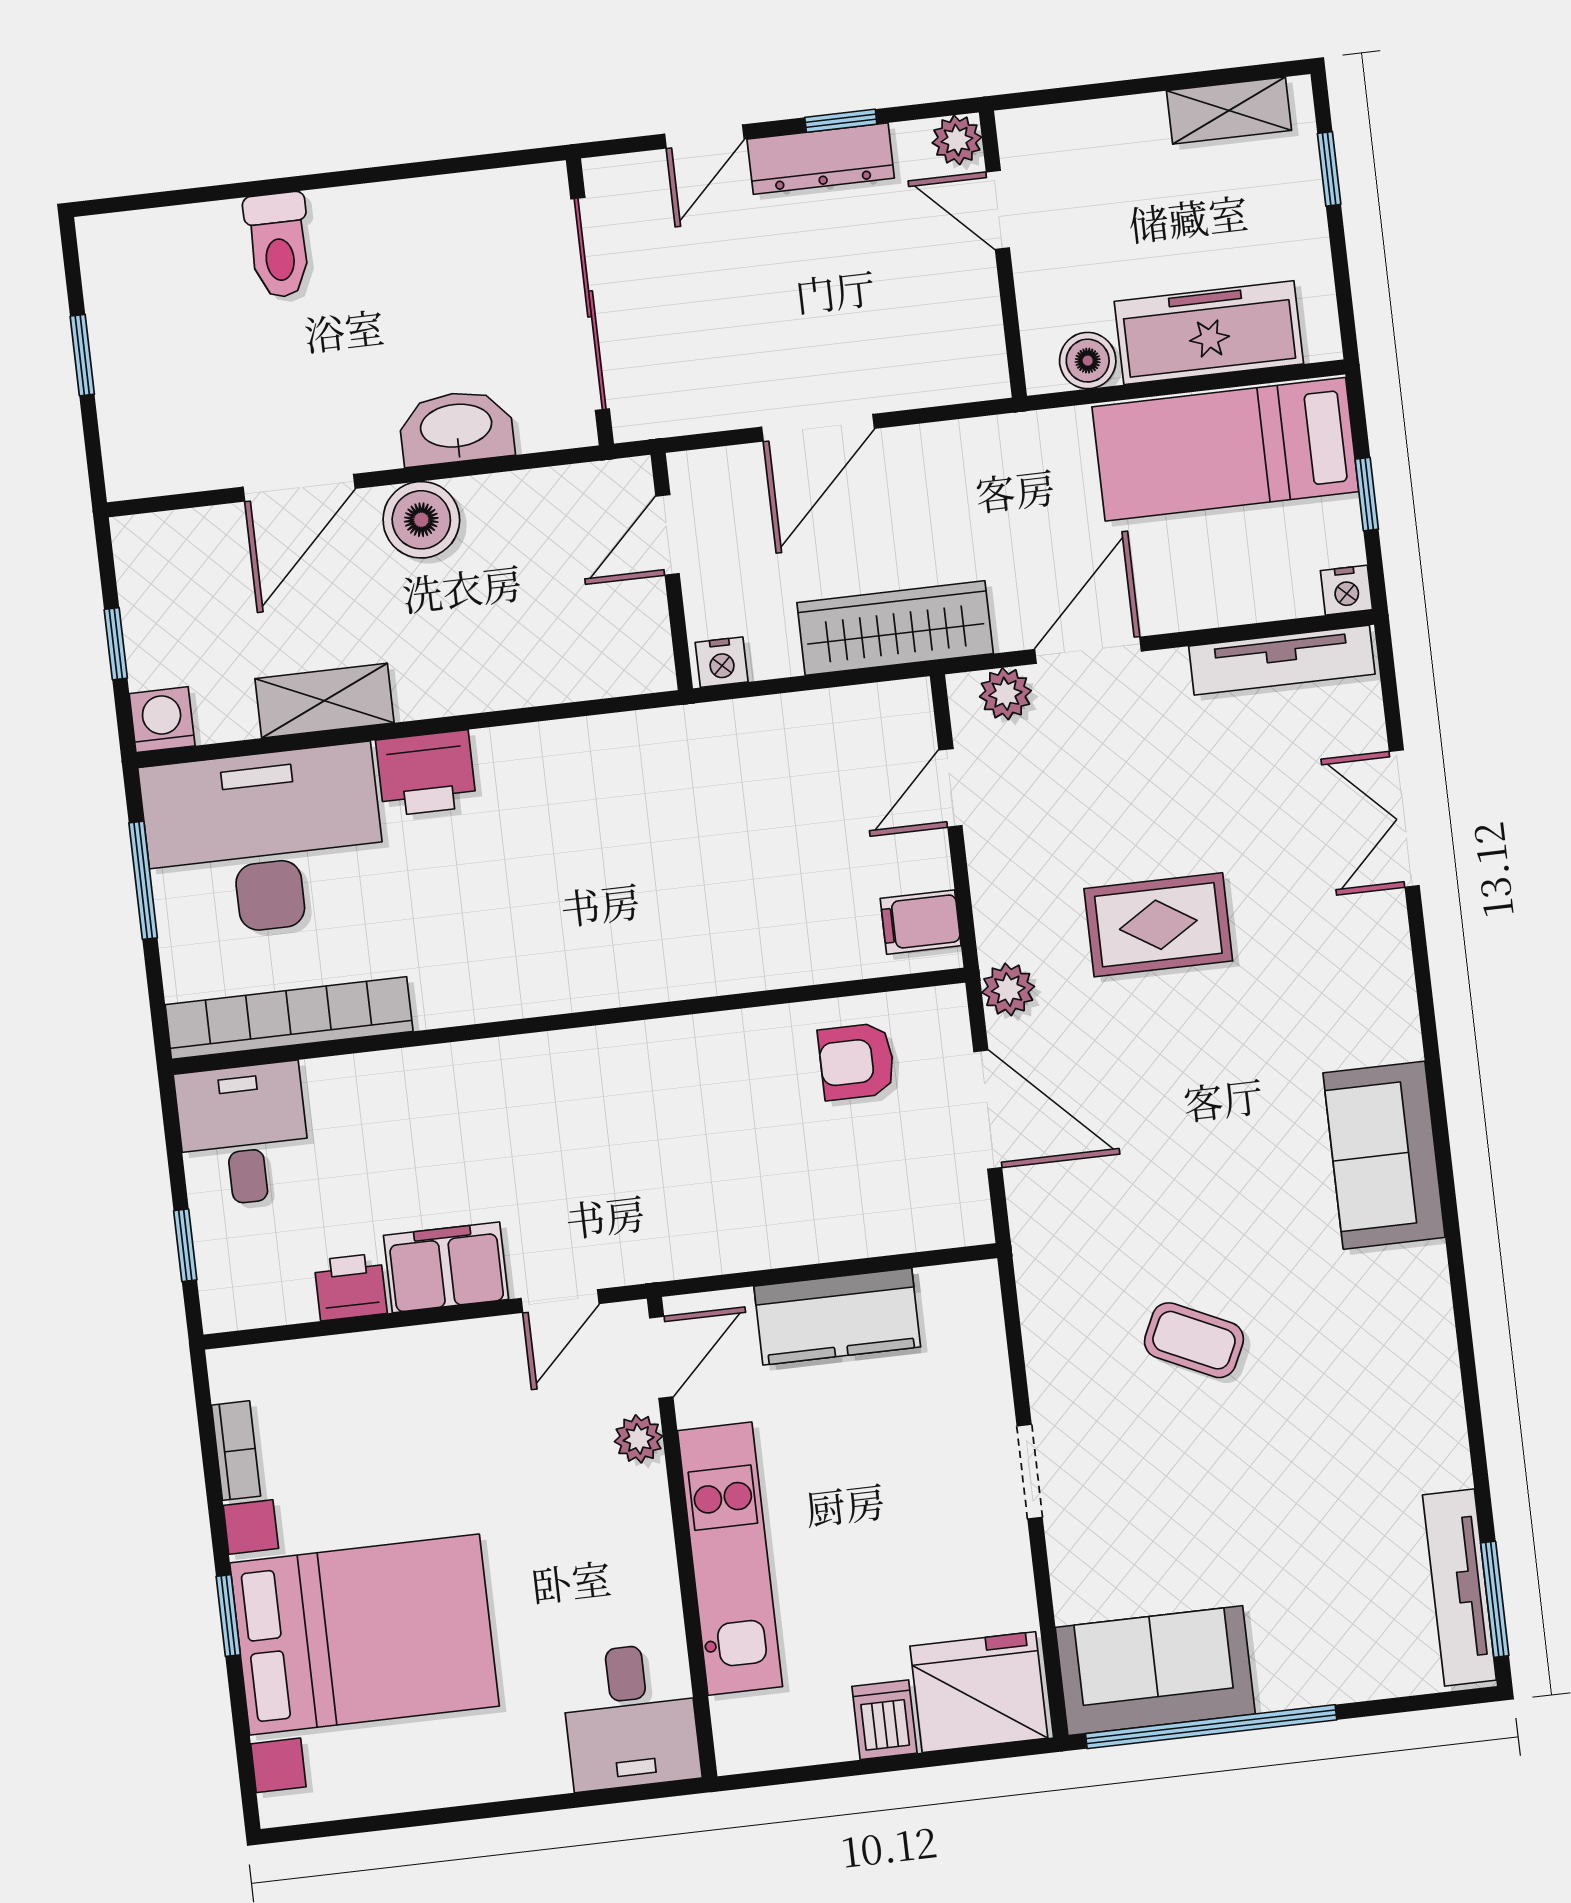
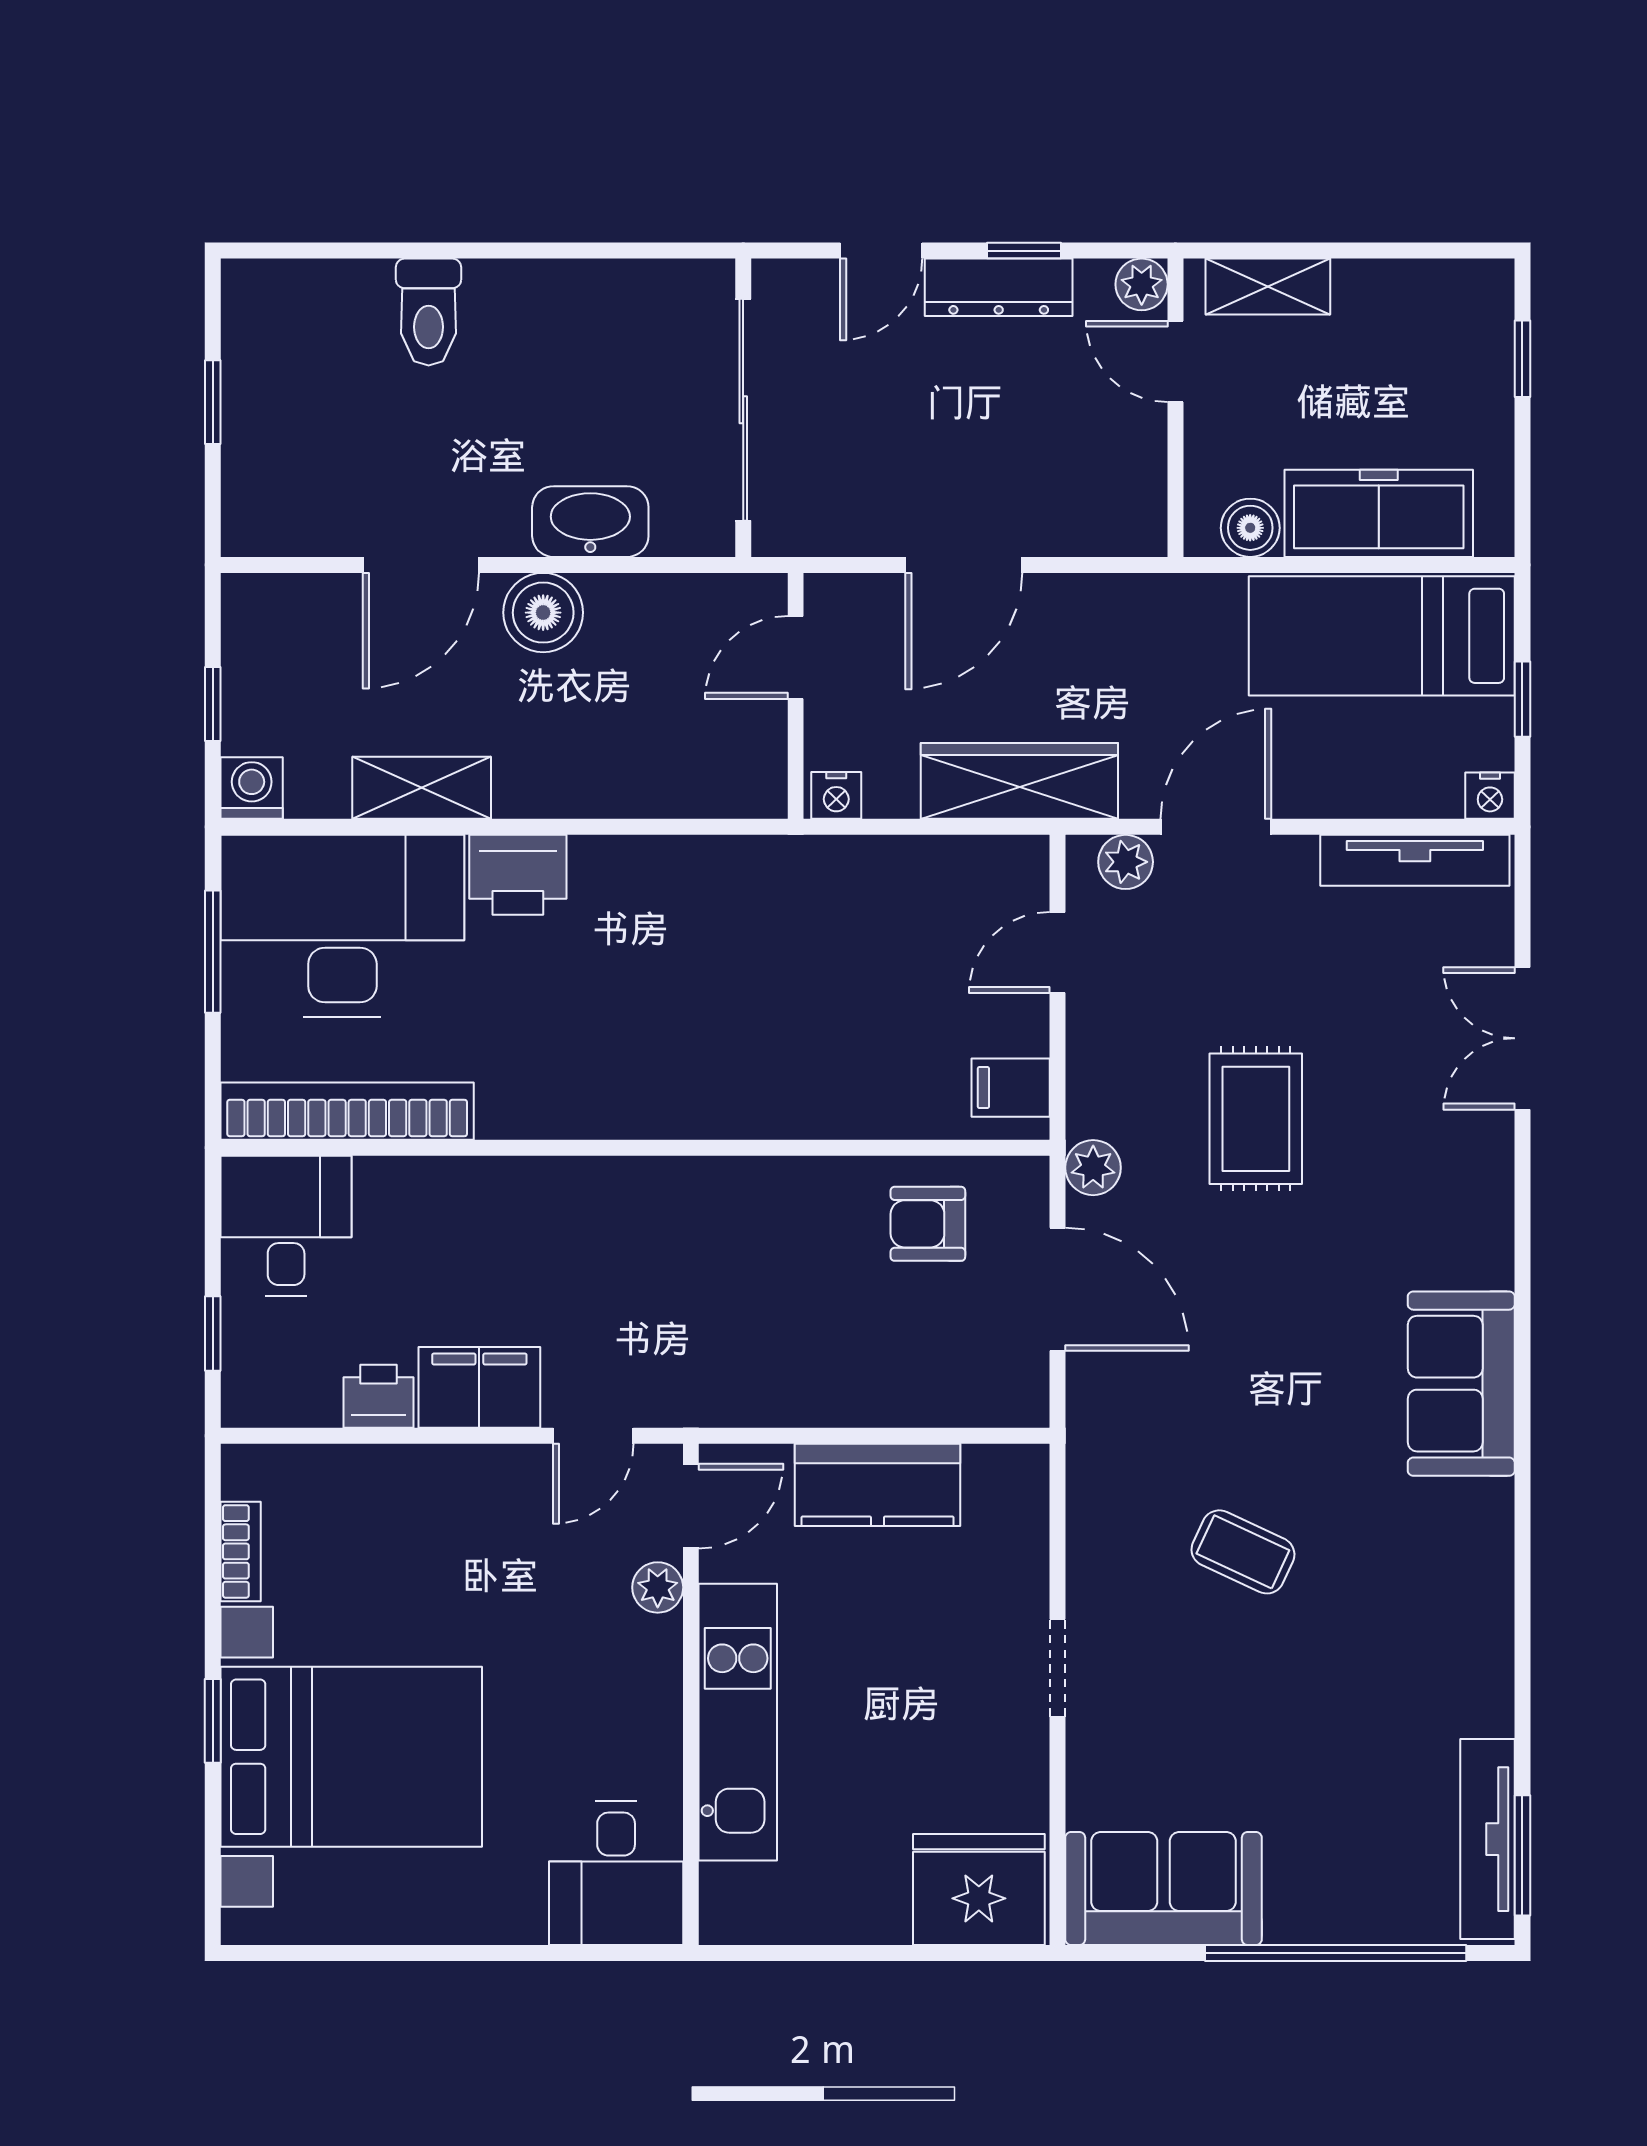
shelving: (1229, 111) -> (1268, 286), moved
rug: (1158, 925) -> (1256, 1119), turned 90
dishwasher: (884, 1720) -> (878, 1907), removed
window: (1211, 1727) -> (1336, 1953), moved

